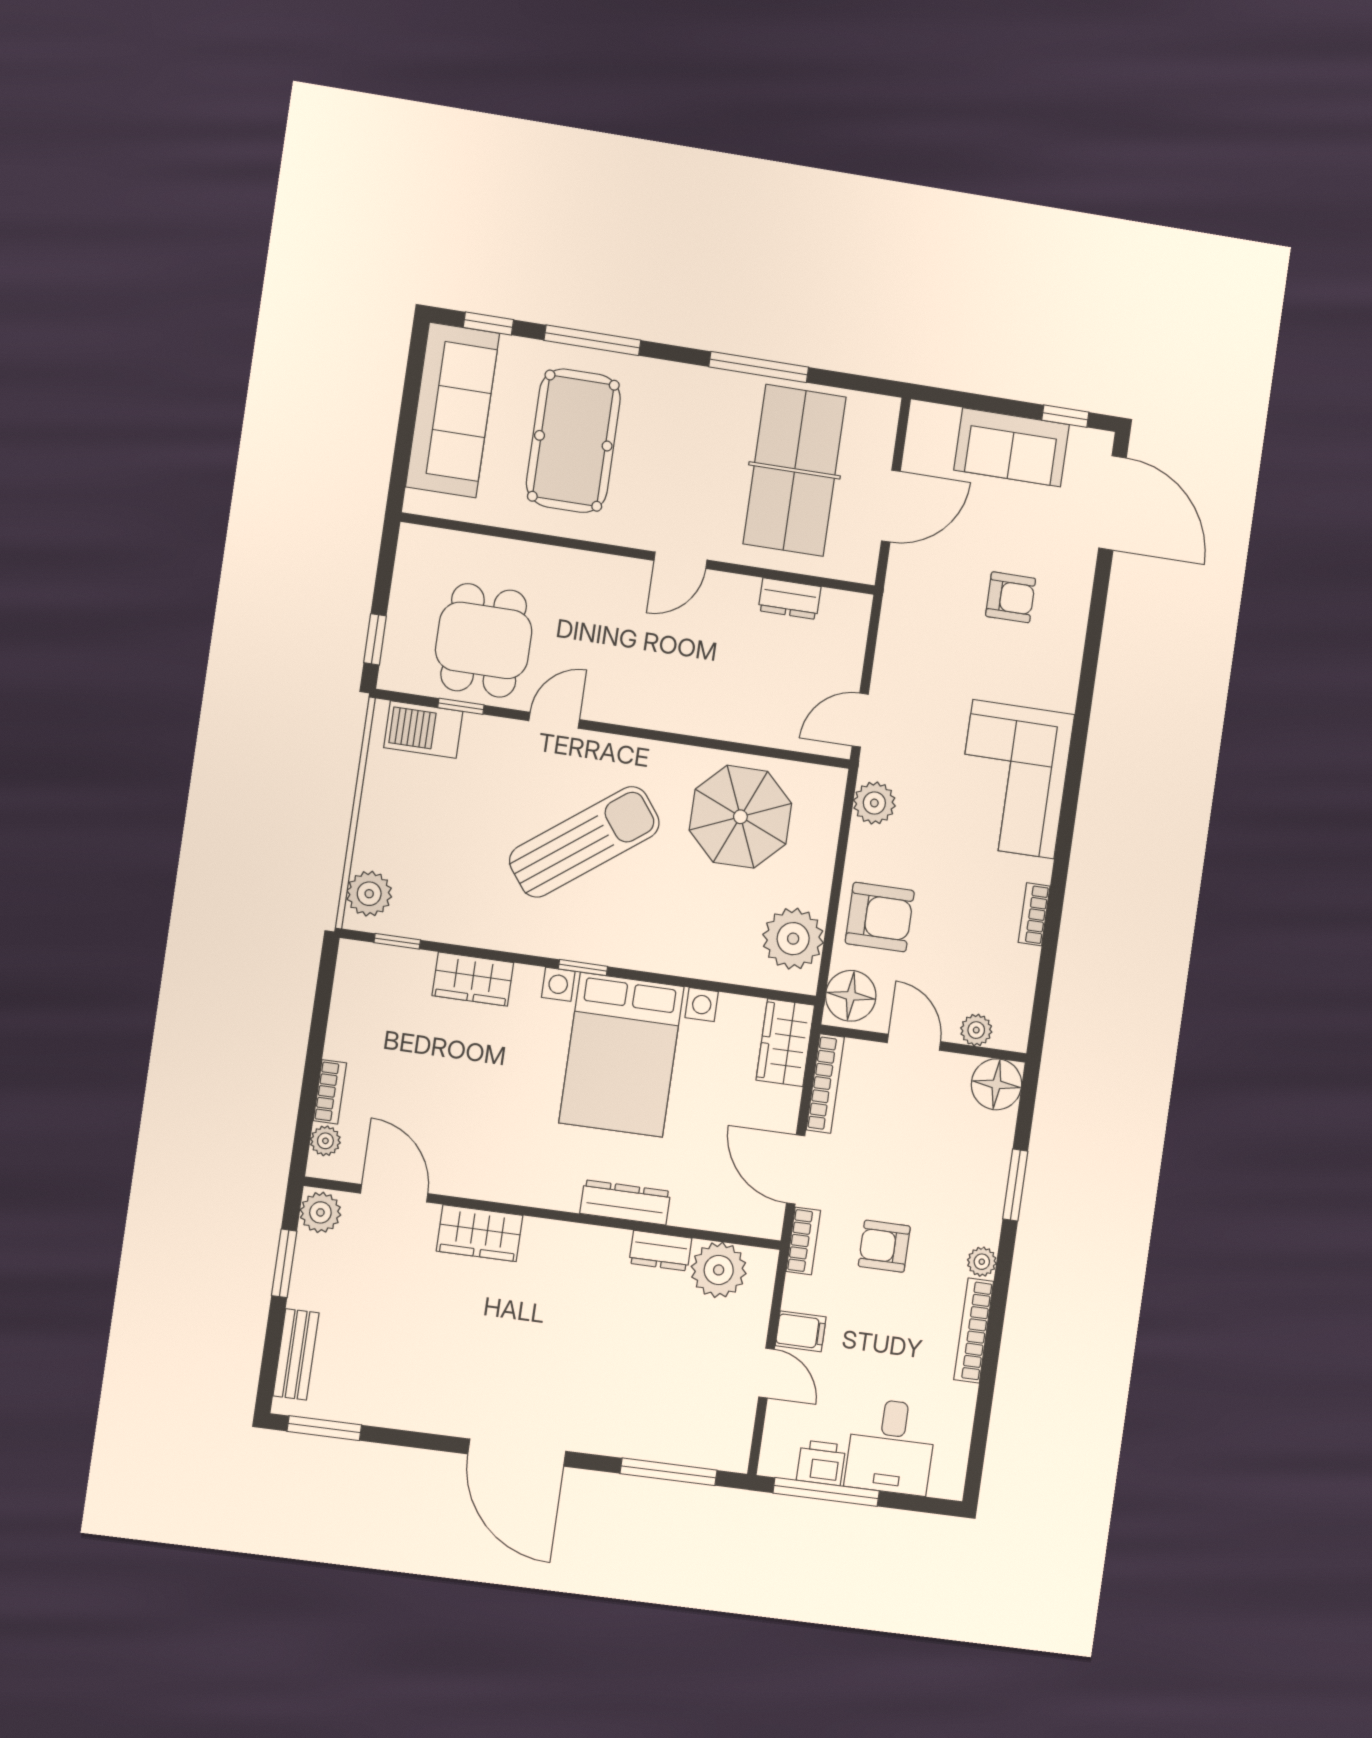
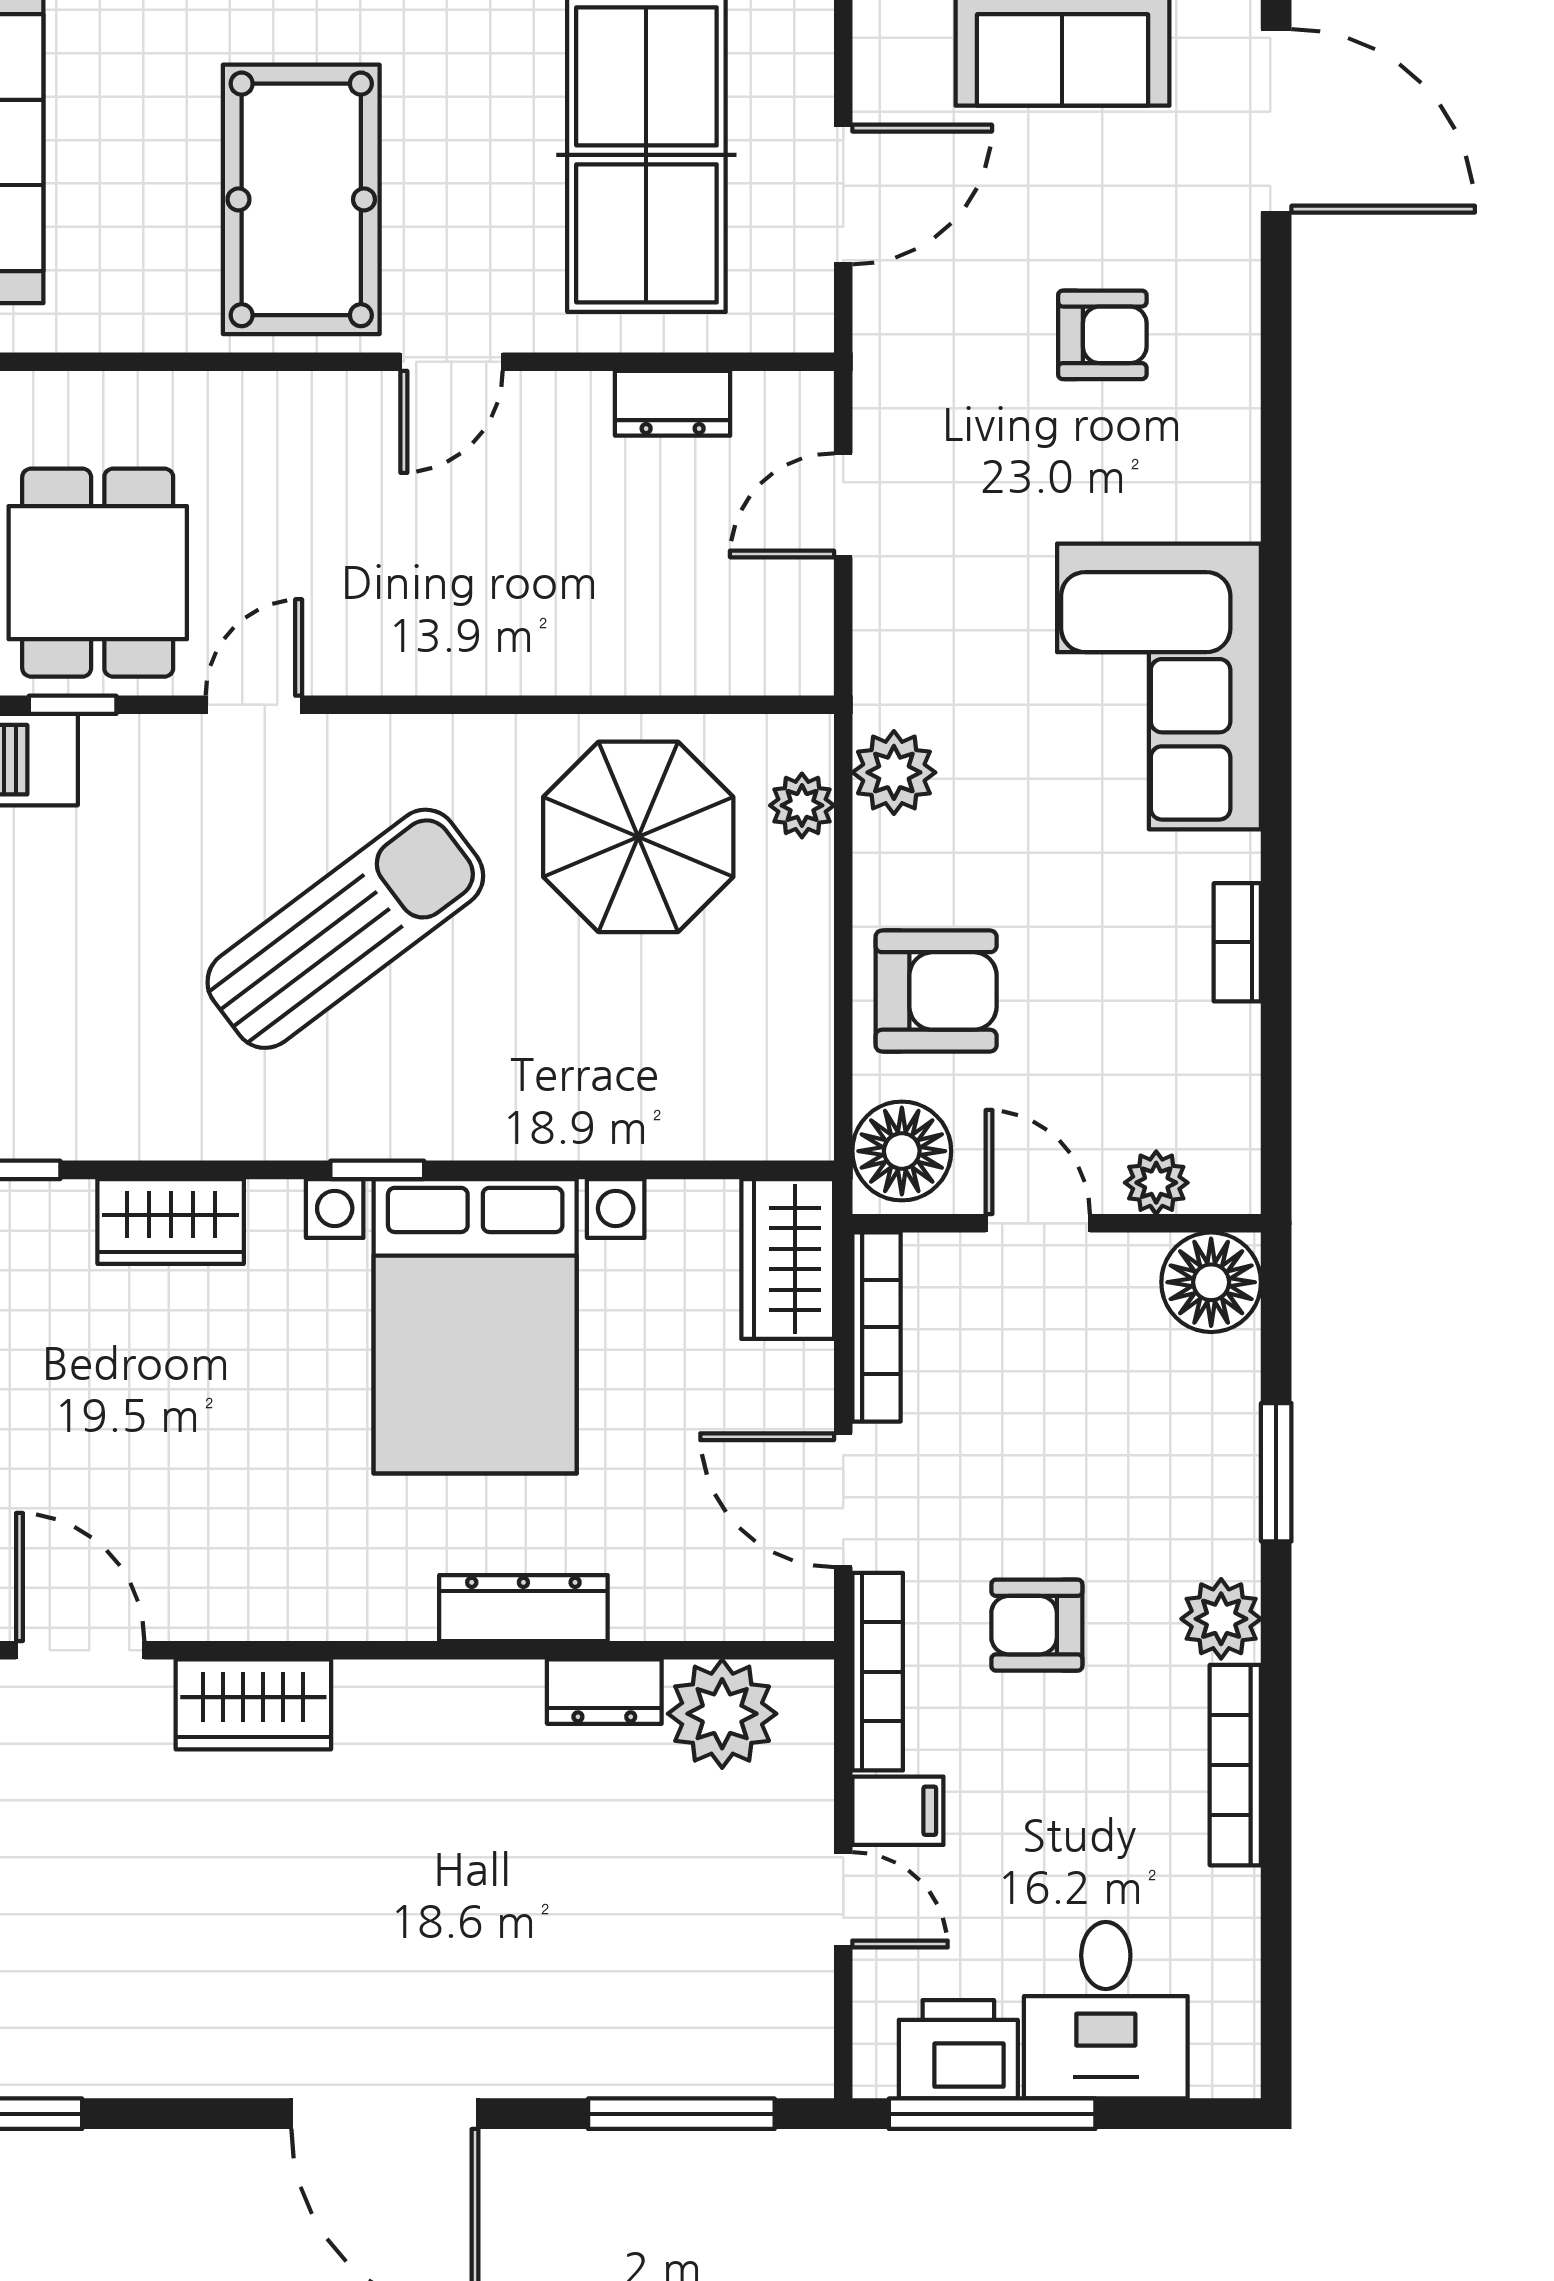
pool table: (573, 441) -> (301, 199), moved
door: (860, 720) -> (843, 505), moved
plant: (793, 939) -> (802, 805), moved, width x0.53, depth x0.53
bookcase: (803, 1241) -> (878, 1672), width x1.56
plant: (982, 1262) -> (1221, 1619), width x1.38, depth x1.38
printer: (821, 1463) -> (958, 2049), width x1.36, depth x1.24

